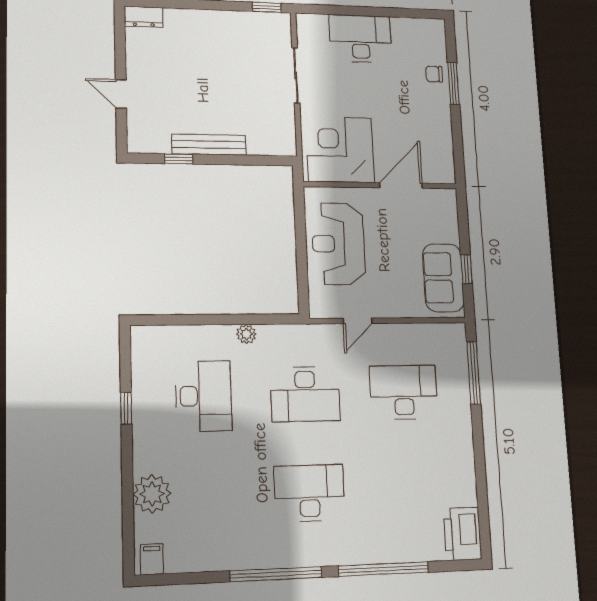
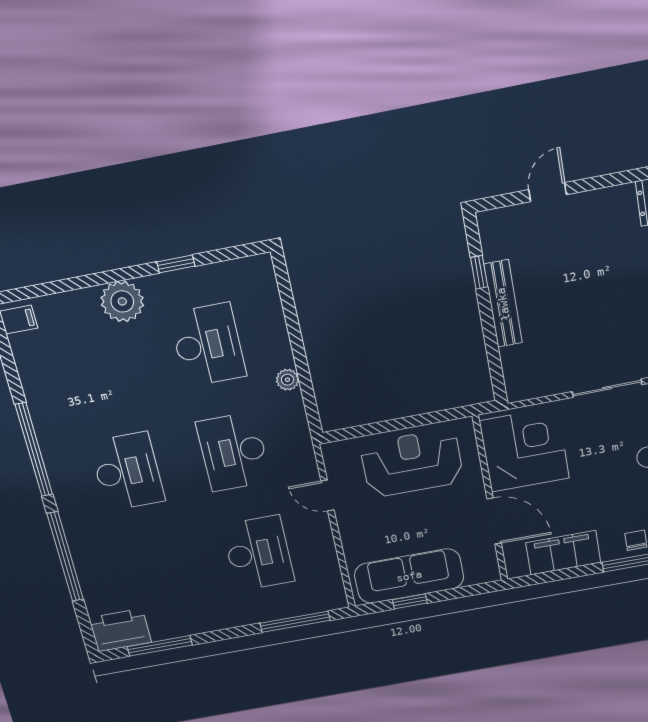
filing cabinet: (438, 134) -> (563, 553), added
sofa: (443, 278) -> (409, 576), width x1.36
desk: (204, 396) -> (208, 345), turned -90
plant: (152, 494) -> (122, 301), moved
window: (482, 500) -> (160, 646), added

